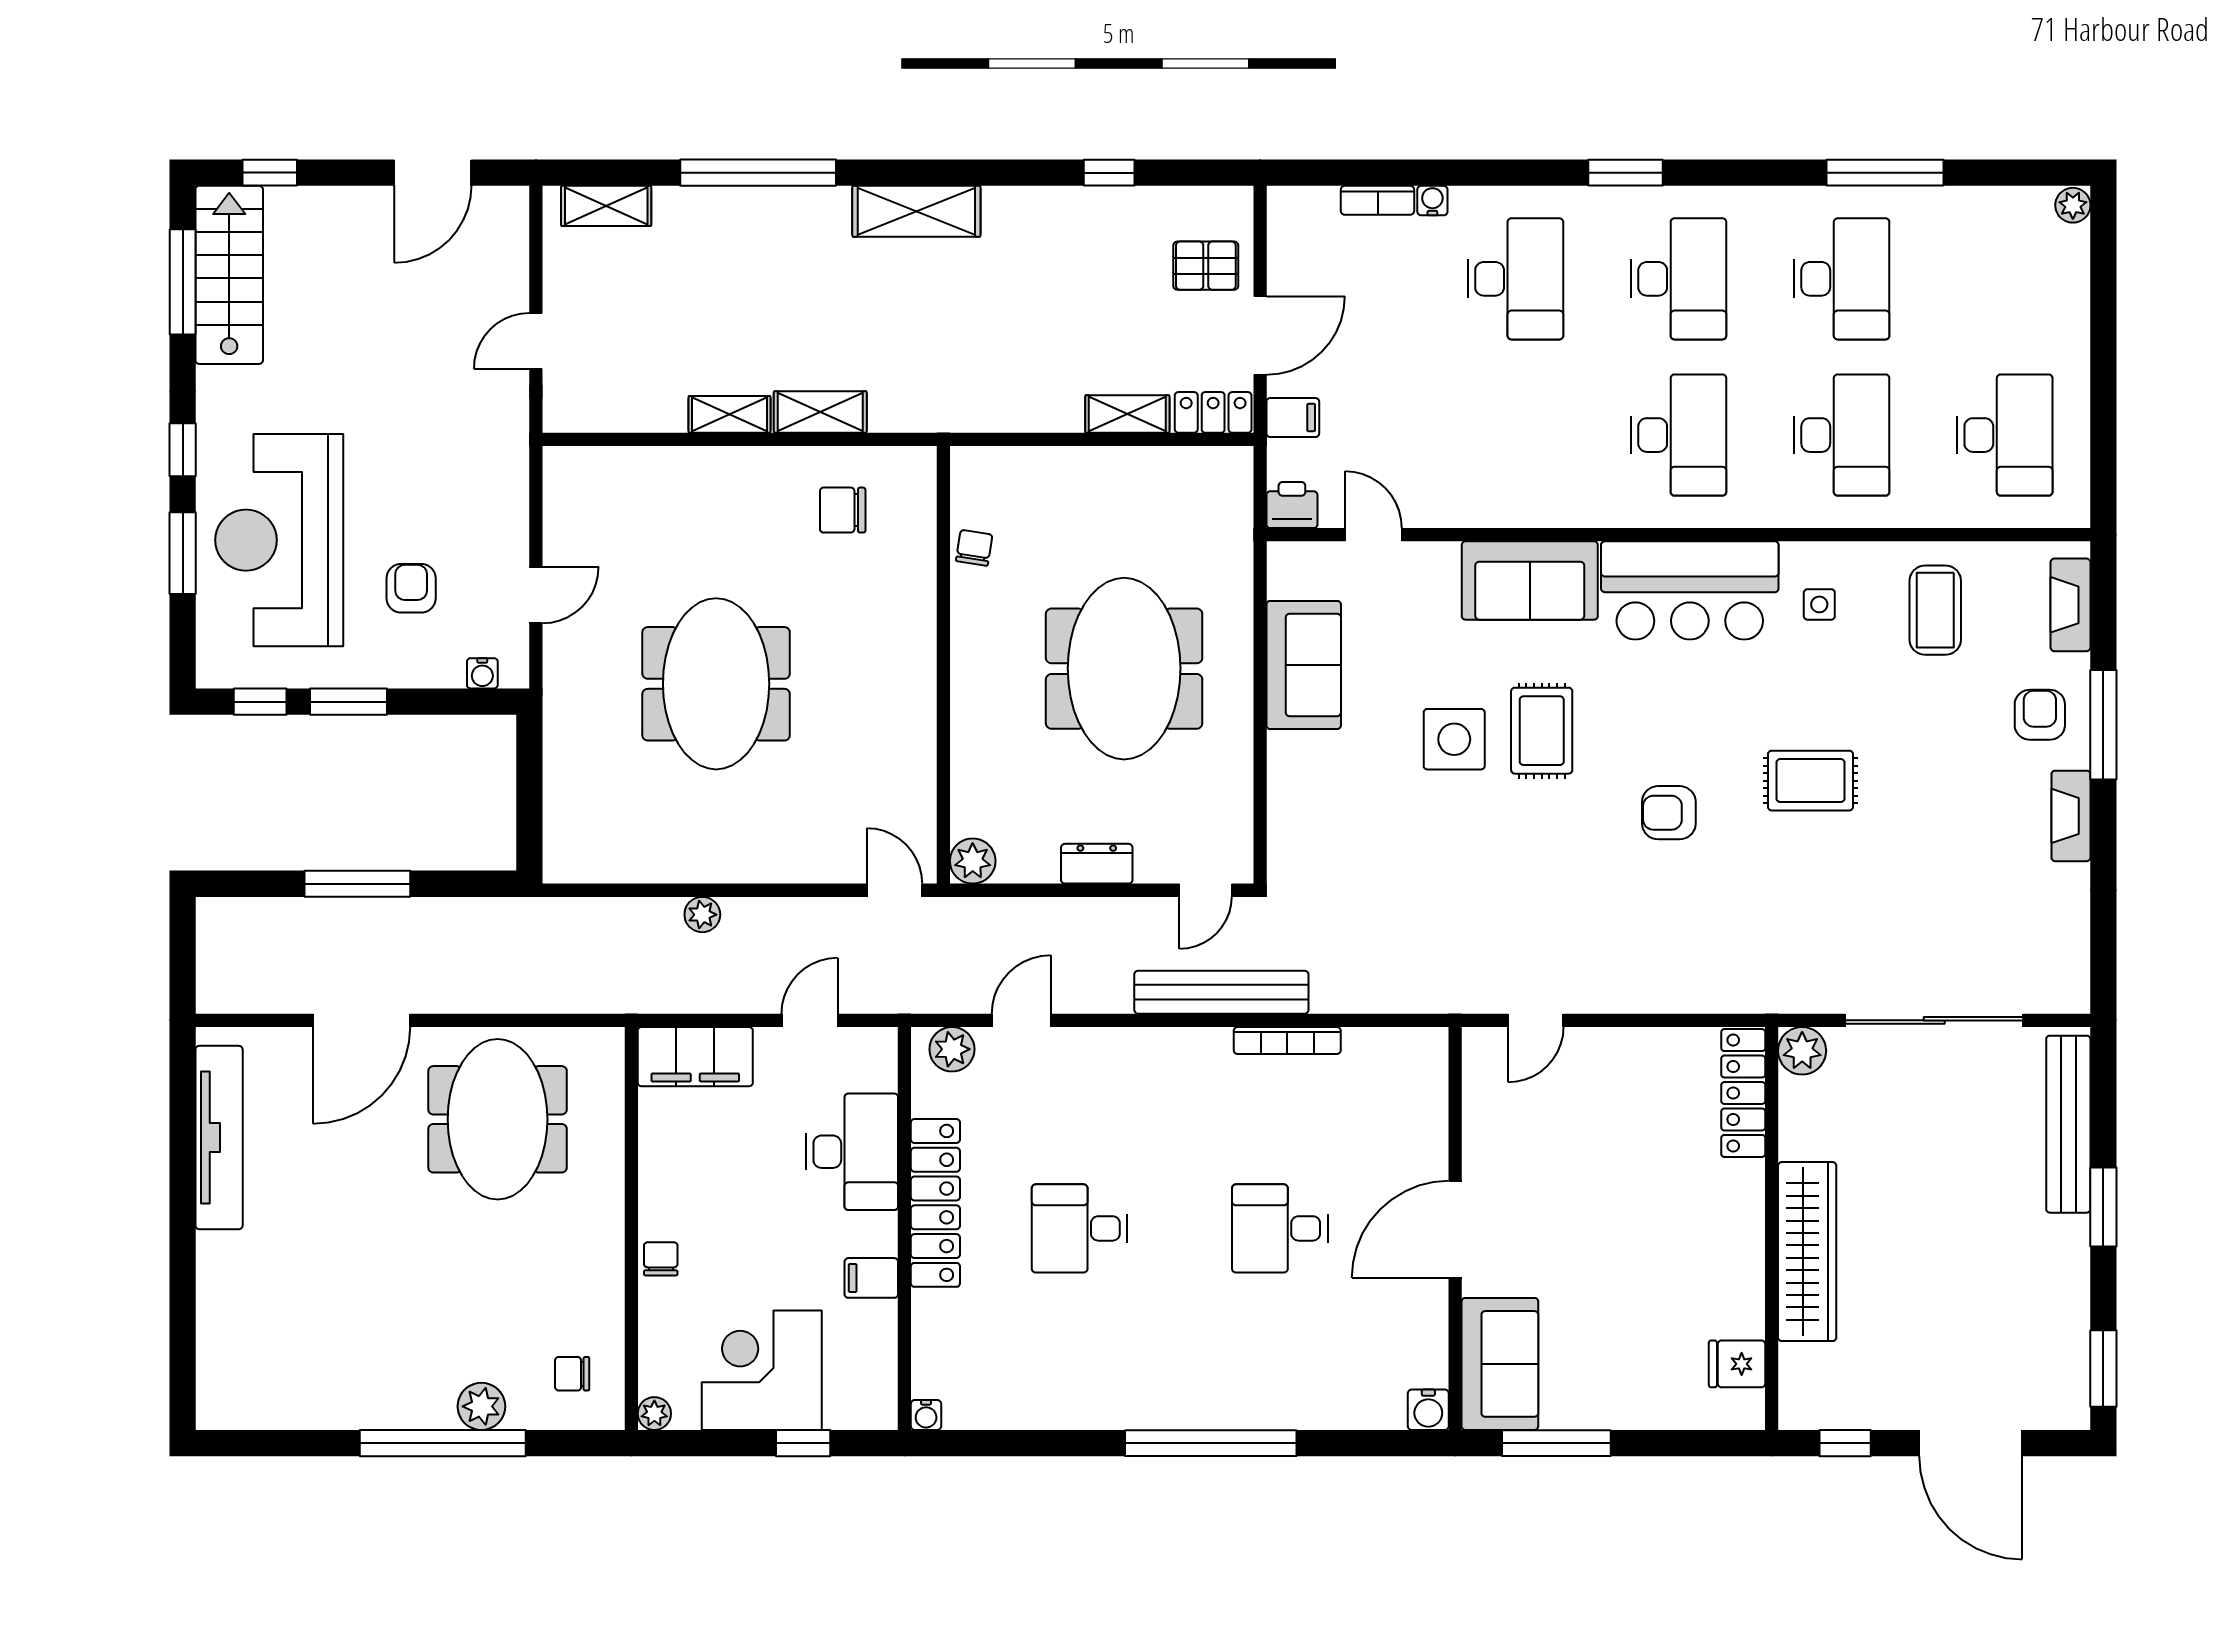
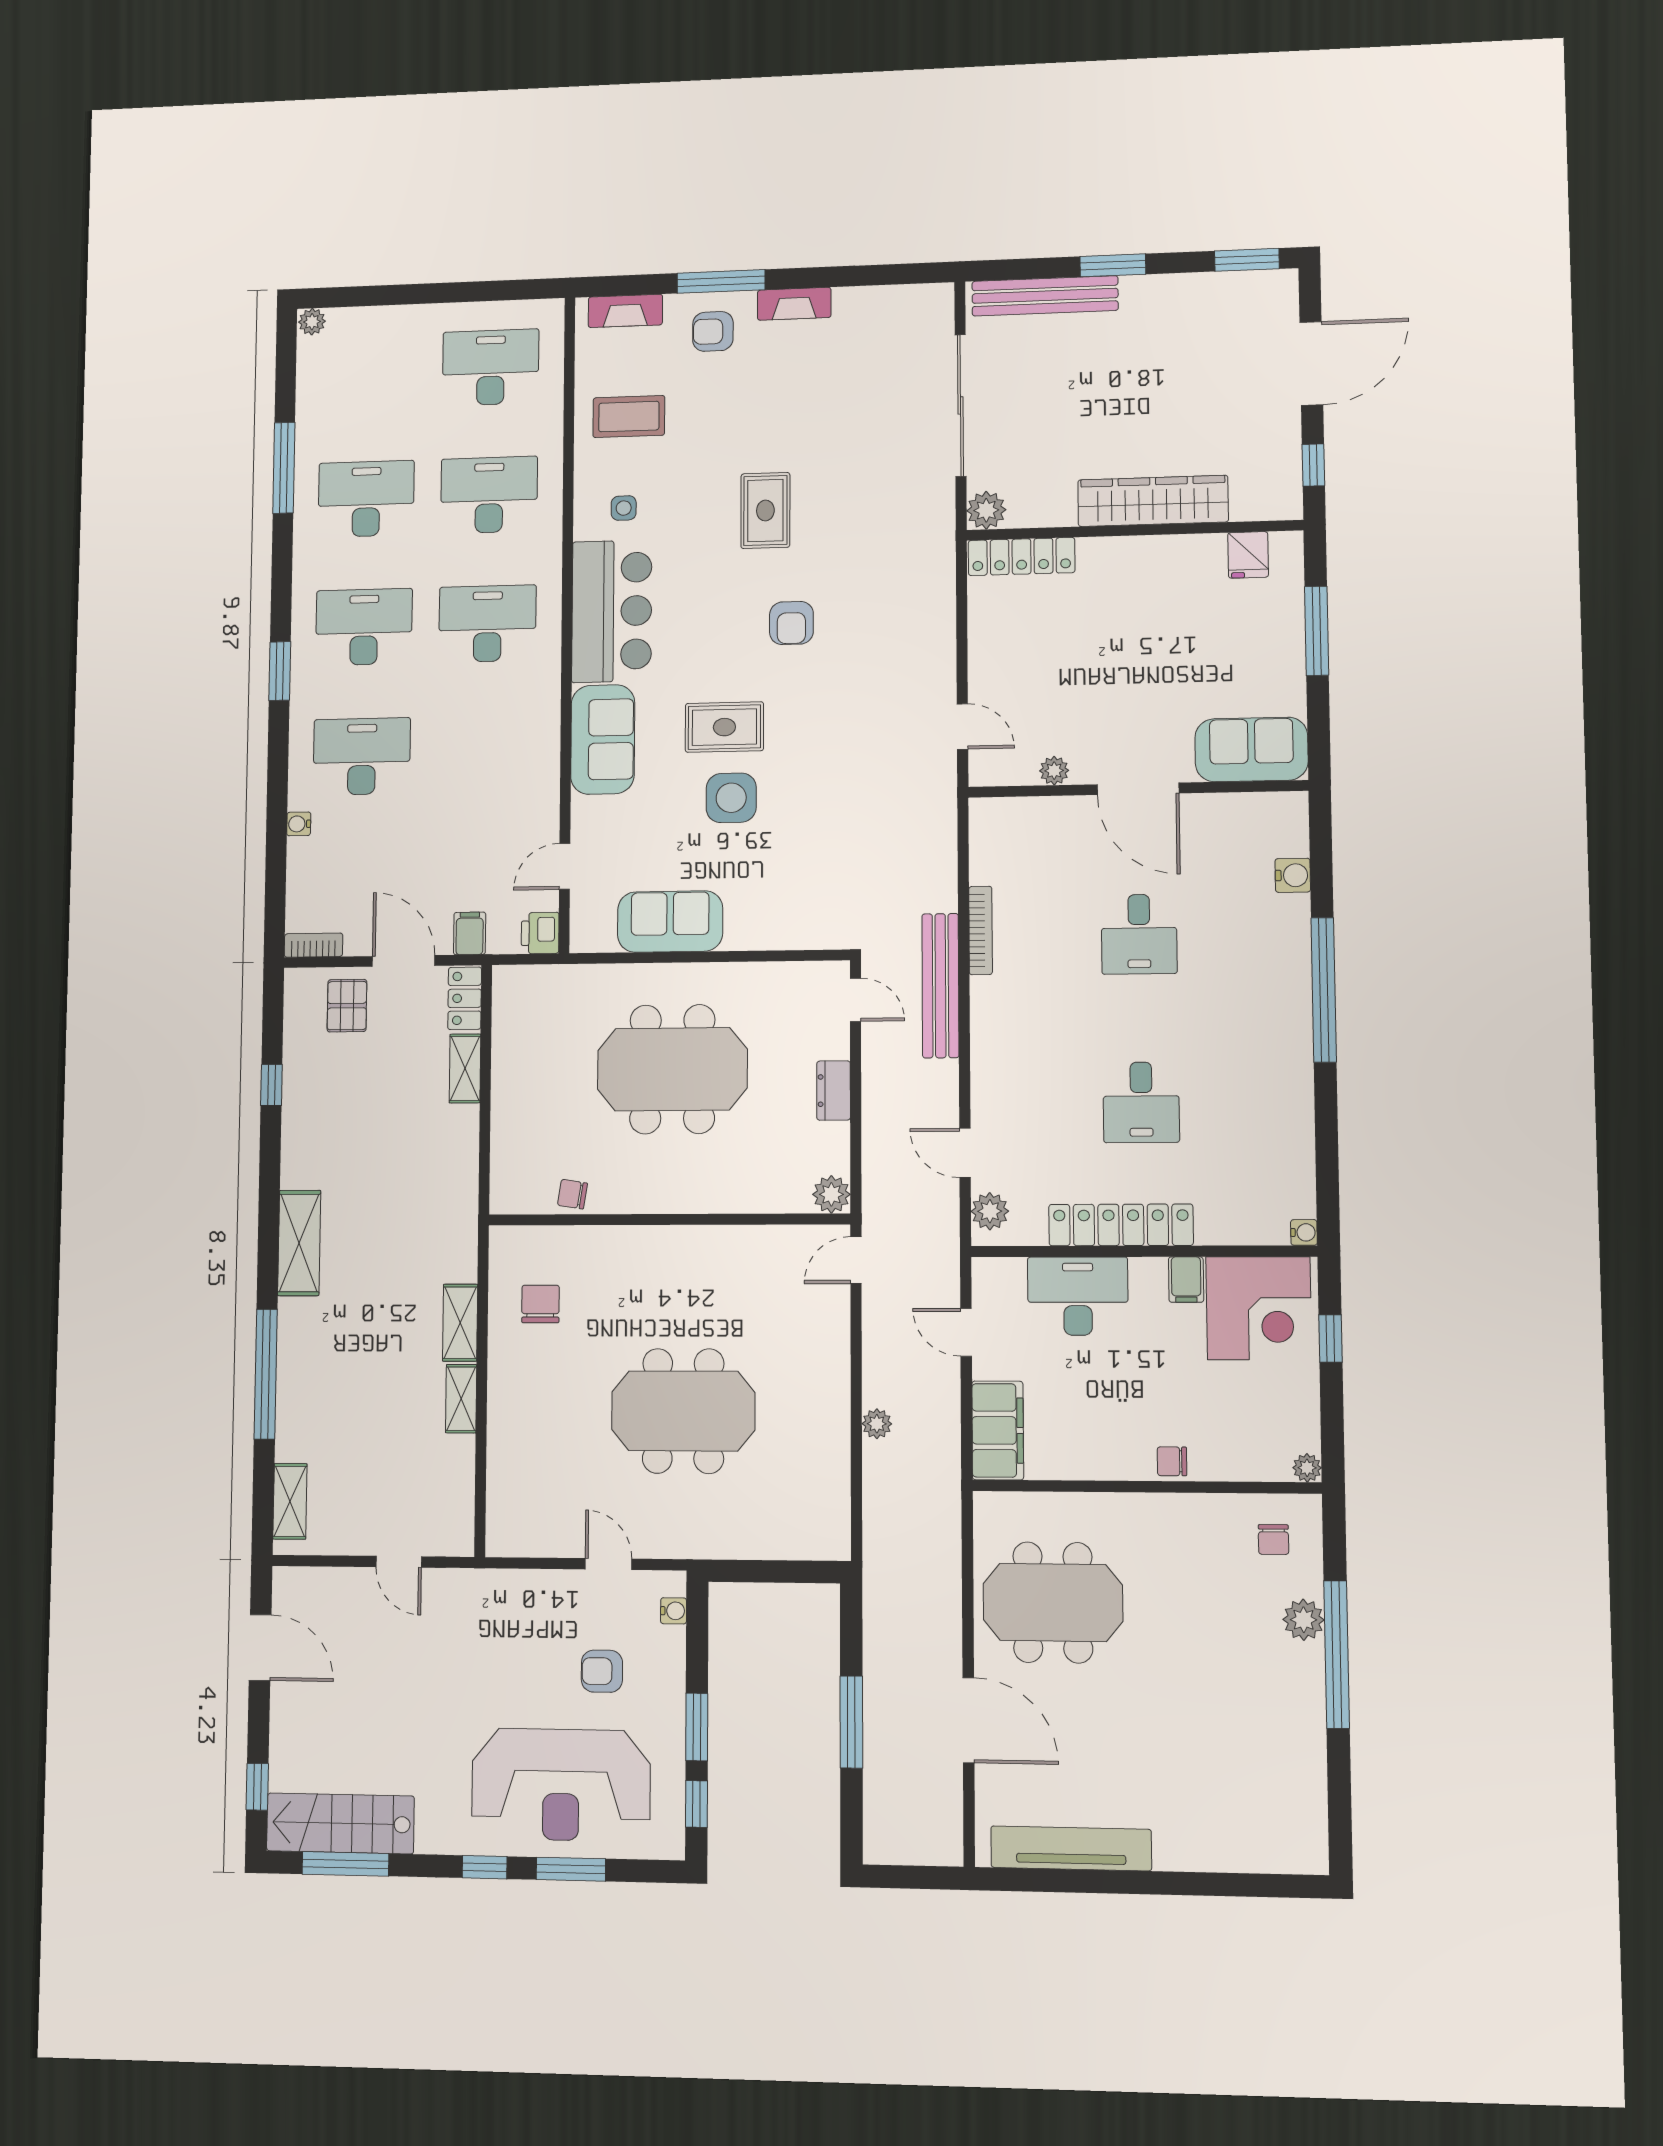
bookcase: (1378, 200) -> (313, 945), moved, turned -90
chair: (843, 510) -> (540, 1304), turned 180
plant: (1479, 1130) -> (1054, 771), added
corner desk: (762, 1370) -> (1259, 1308), moved, turned -90
water cooler: (1428, 1410) -> (1293, 875), moved
window: (1556, 1443) -> (1317, 631), moved

